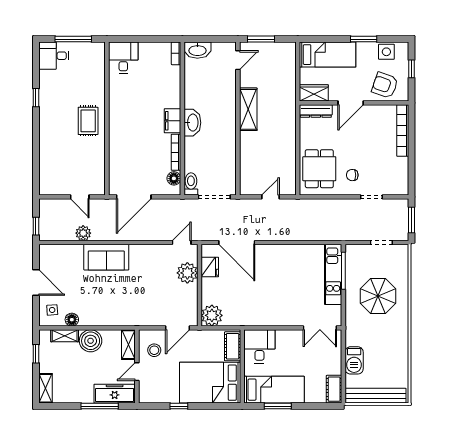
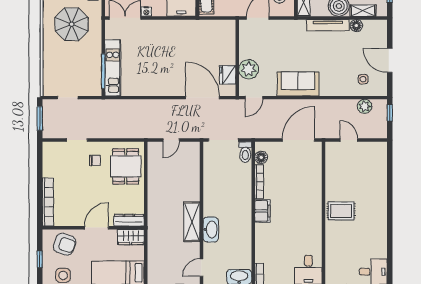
window: (36, 98) -> (390, 233), removed
rug: (88, 121) -> (341, 211), turned 90
washbasin: (192, 123) -> (211, 229), moved, turned 180
plant: (83, 233) -> (365, 106), moved
sofa: (106, 257) -> (298, 84), moved
parasol: (378, 296) -> (72, 24), moved
side table: (52, 310) -> (363, 79), moved
plant: (212, 315) -> (226, 30), removed
tv unit: (102, 320) -> (328, 25), added
nightstand: (297, 335) -> (146, 12), added

